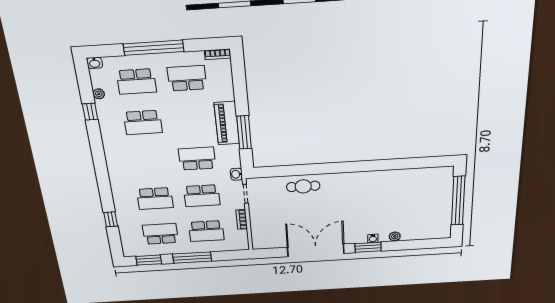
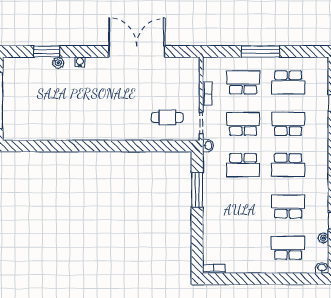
window: (154, 48) -> (269, 279), removed
school desk: (187, 78) -> (288, 165), moved
piano: (227, 123) -> (212, 200), removed
cafe table: (303, 186) -> (167, 117), moved
window: (368, 247) -> (47, 52), moved
double door: (316, 250) -> (137, 52), swing flipped
window: (149, 260) -> (304, 52), removed

